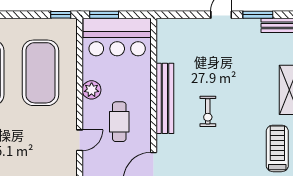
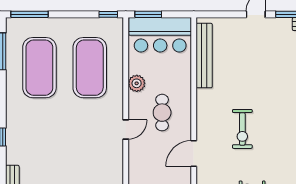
bench: (165, 98) -> (204, 56), moved
exercise bike: (208, 111) -> (242, 129), moved, width x1.38, depth x1.39

